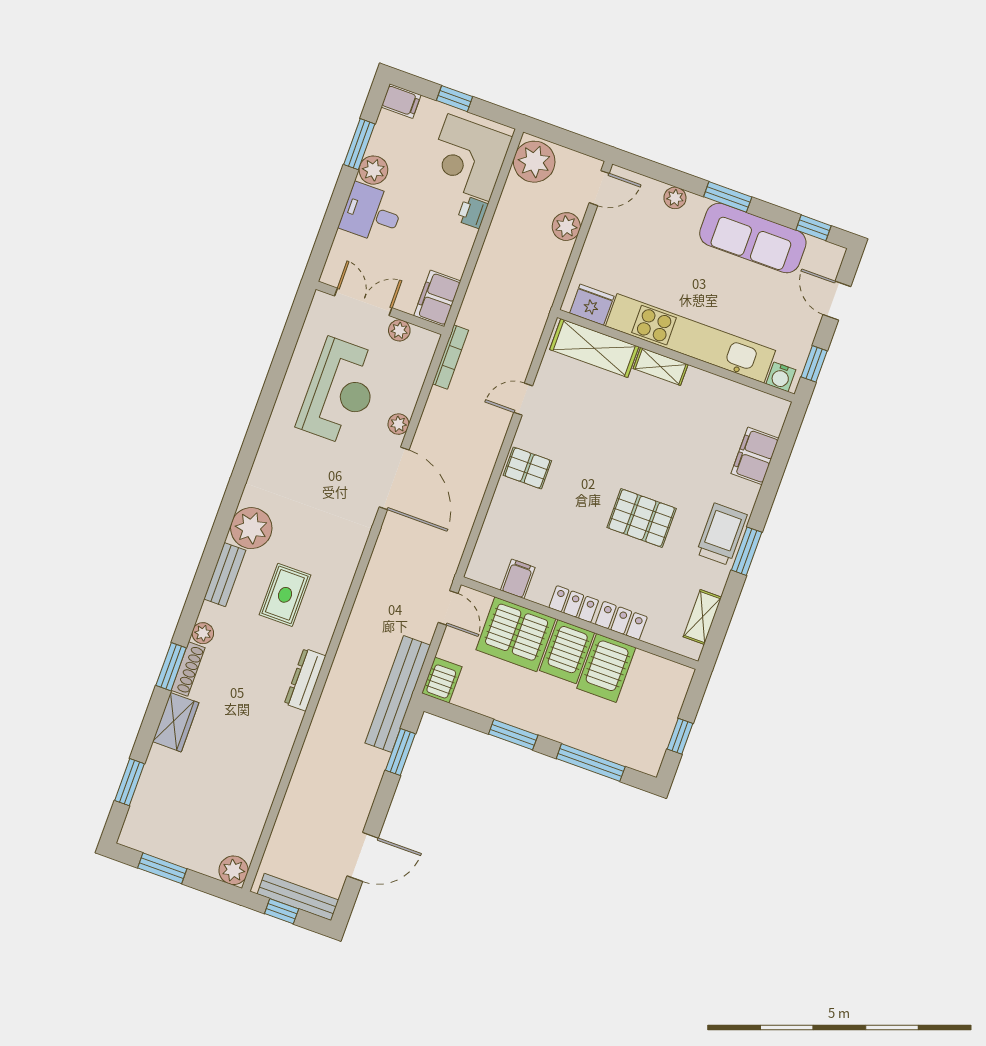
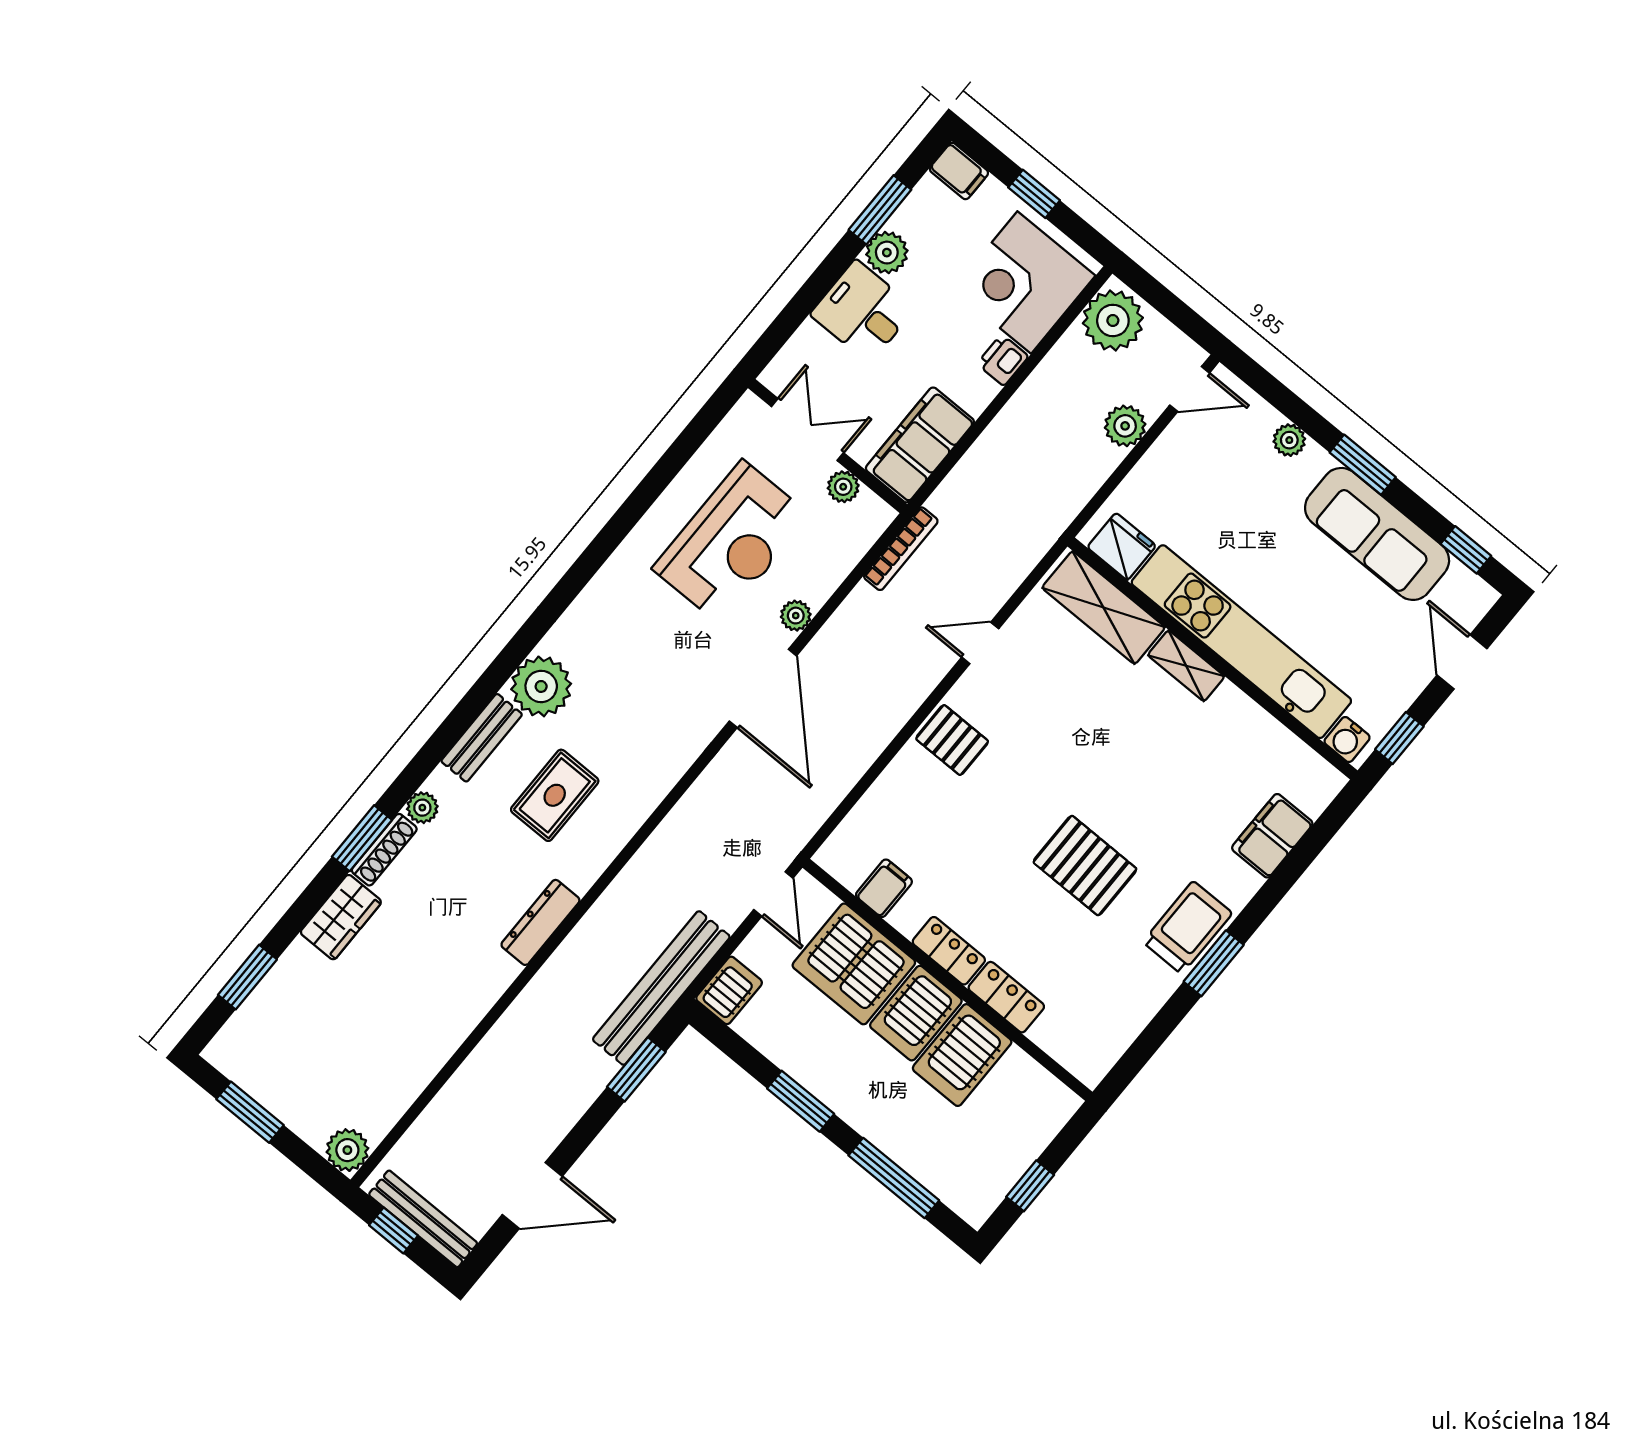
filing cabinet: (437, 298) -> (920, 445), width x1.50, depth x1.17
shelving: (702, 617) -> (1120, 1032), removed

